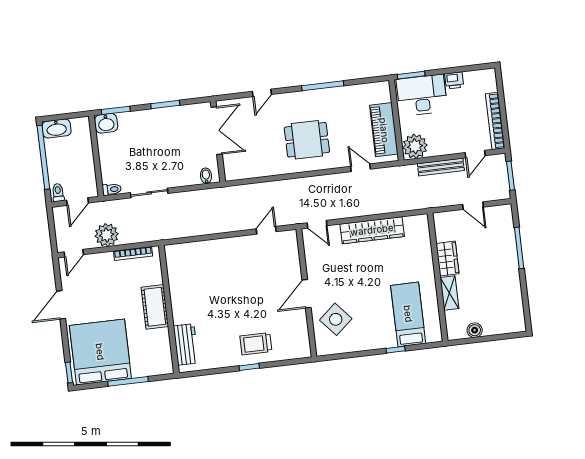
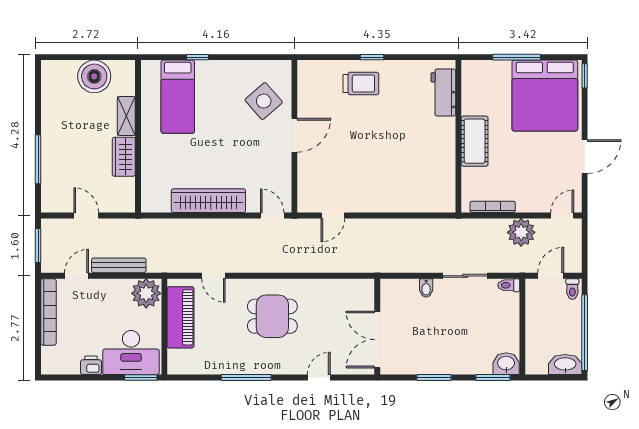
bidet: (206, 176) -> (426, 288), moved
boiler: (475, 330) -> (94, 76), width x1.86, depth x1.86

